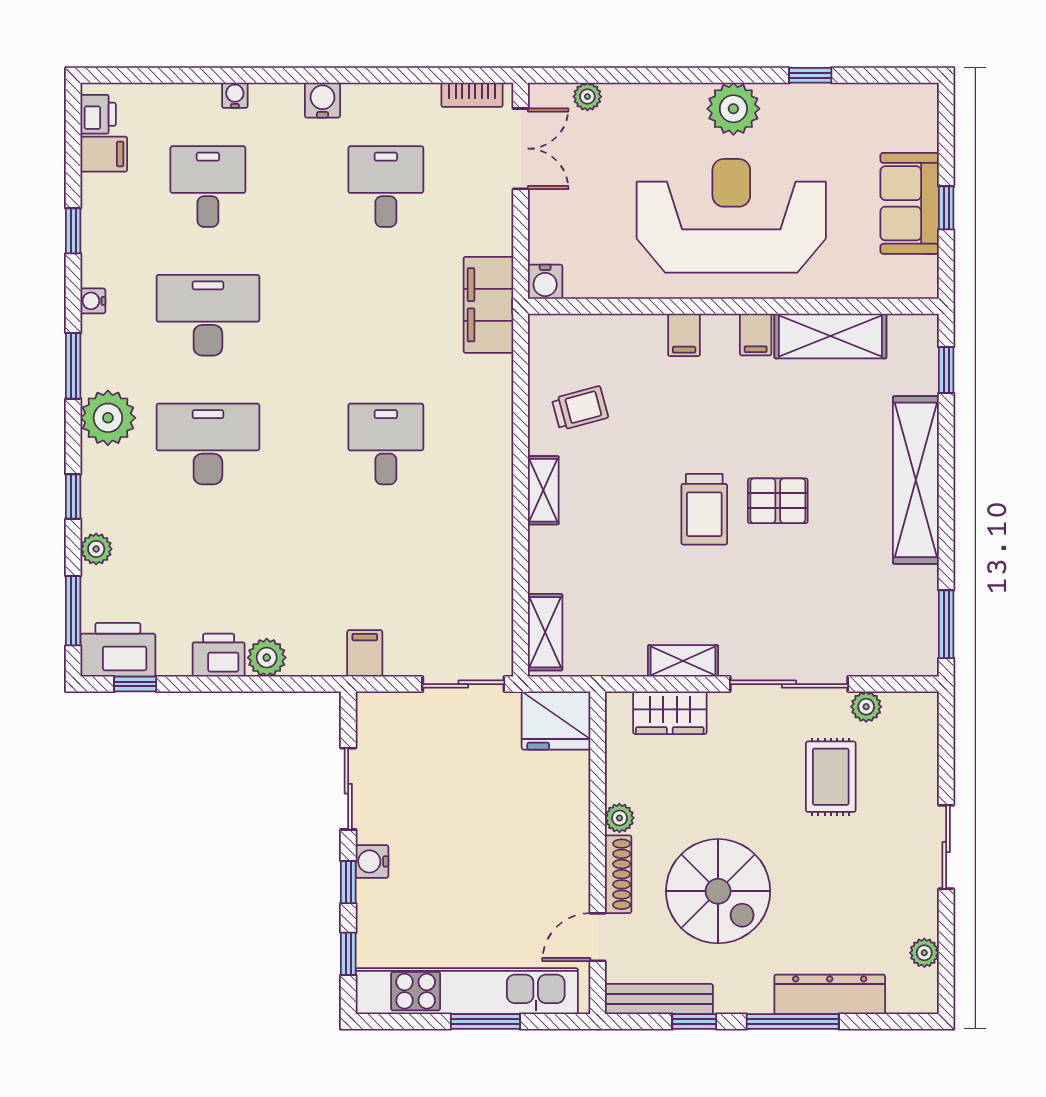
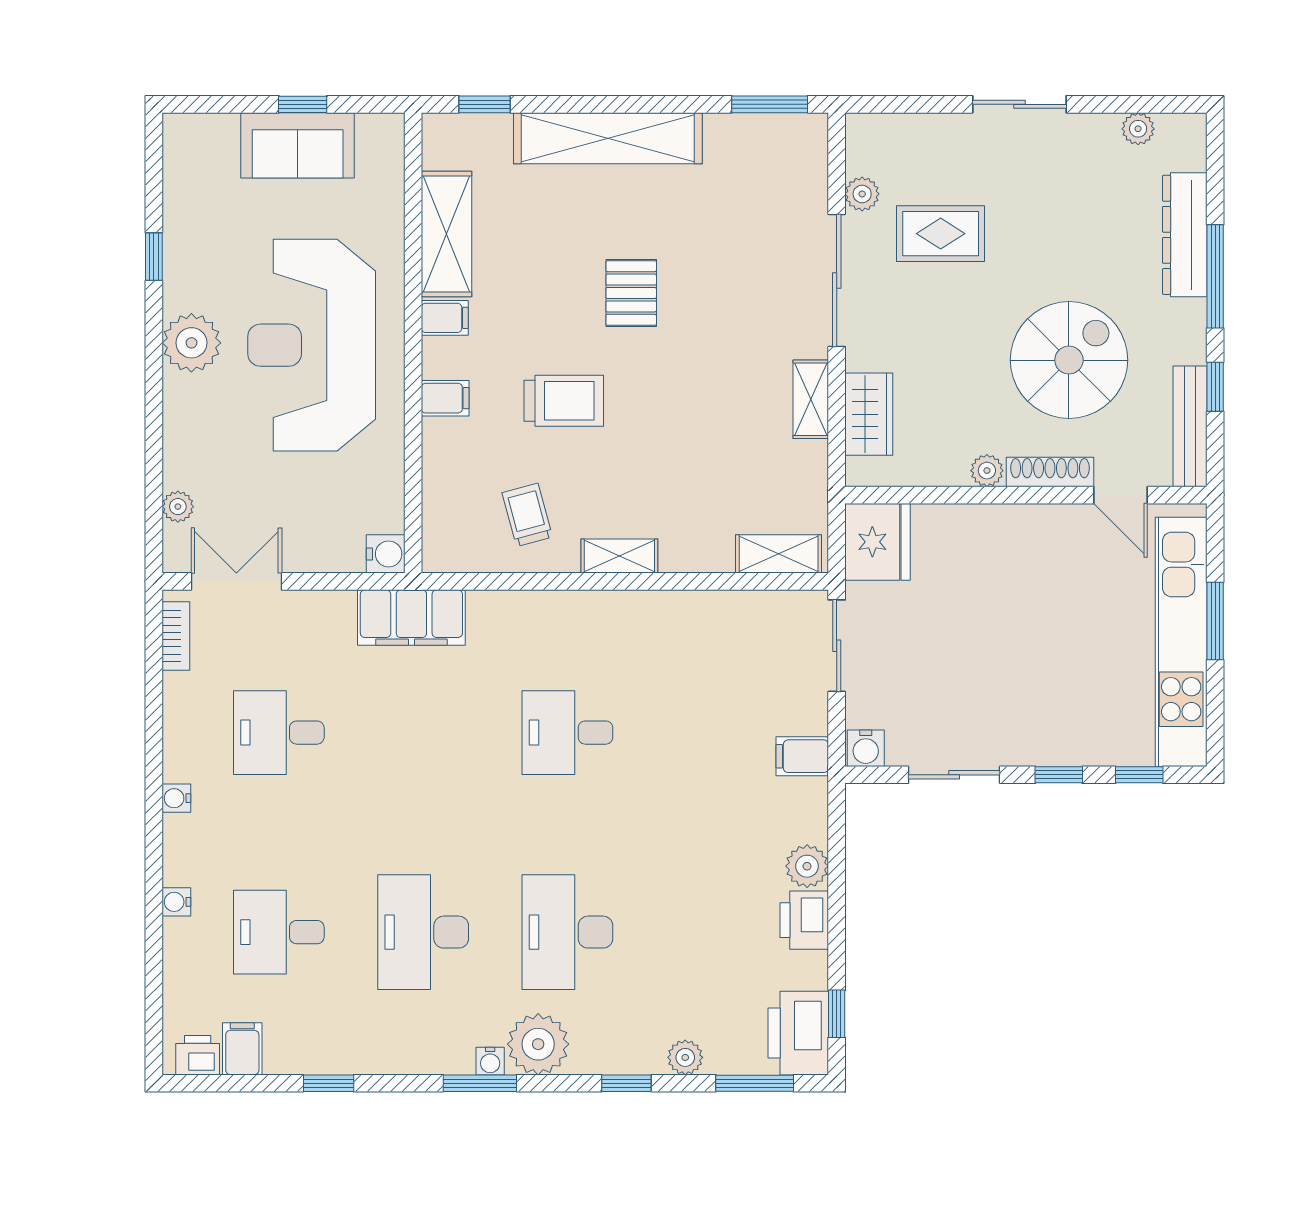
water cooler: (322, 100) -> (176, 798), width x0.72, depth x0.72
water cooler: (93, 301) -> (490, 1061), moved
trolley: (704, 509) -> (564, 401), moved
water cooler: (372, 861) -> (866, 748), moved

